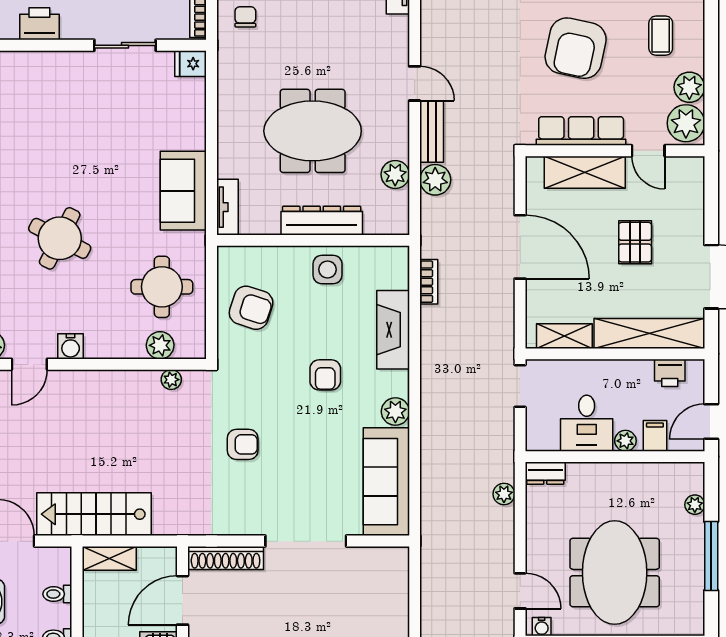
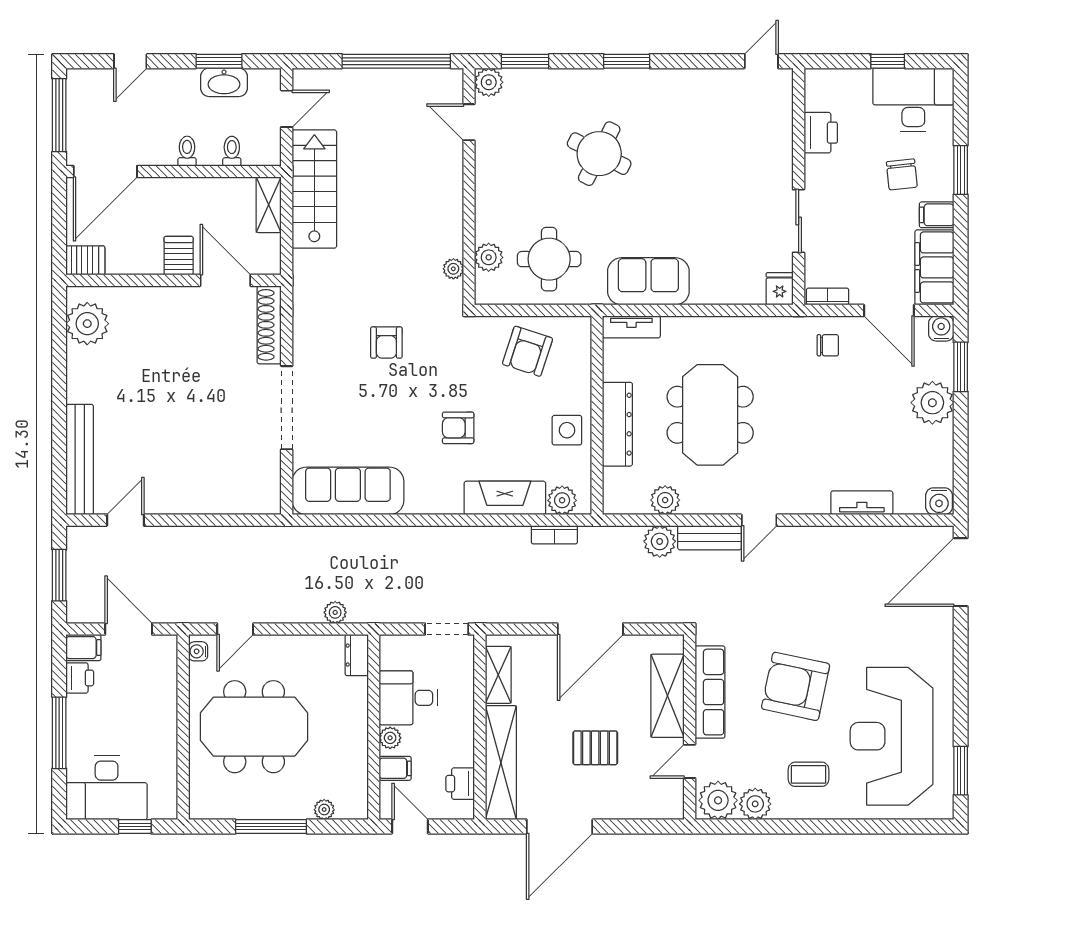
water cooler: (71, 346) -> (488, 165), removed
plant: (395, 412) -> (562, 500), moved

